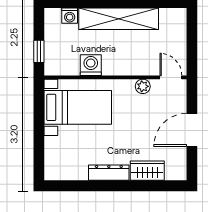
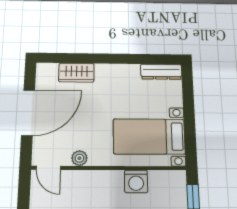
door: (192, 130) -> (28, 113), width x1.36
dresser: (109, 173) -> (161, 72), moved

